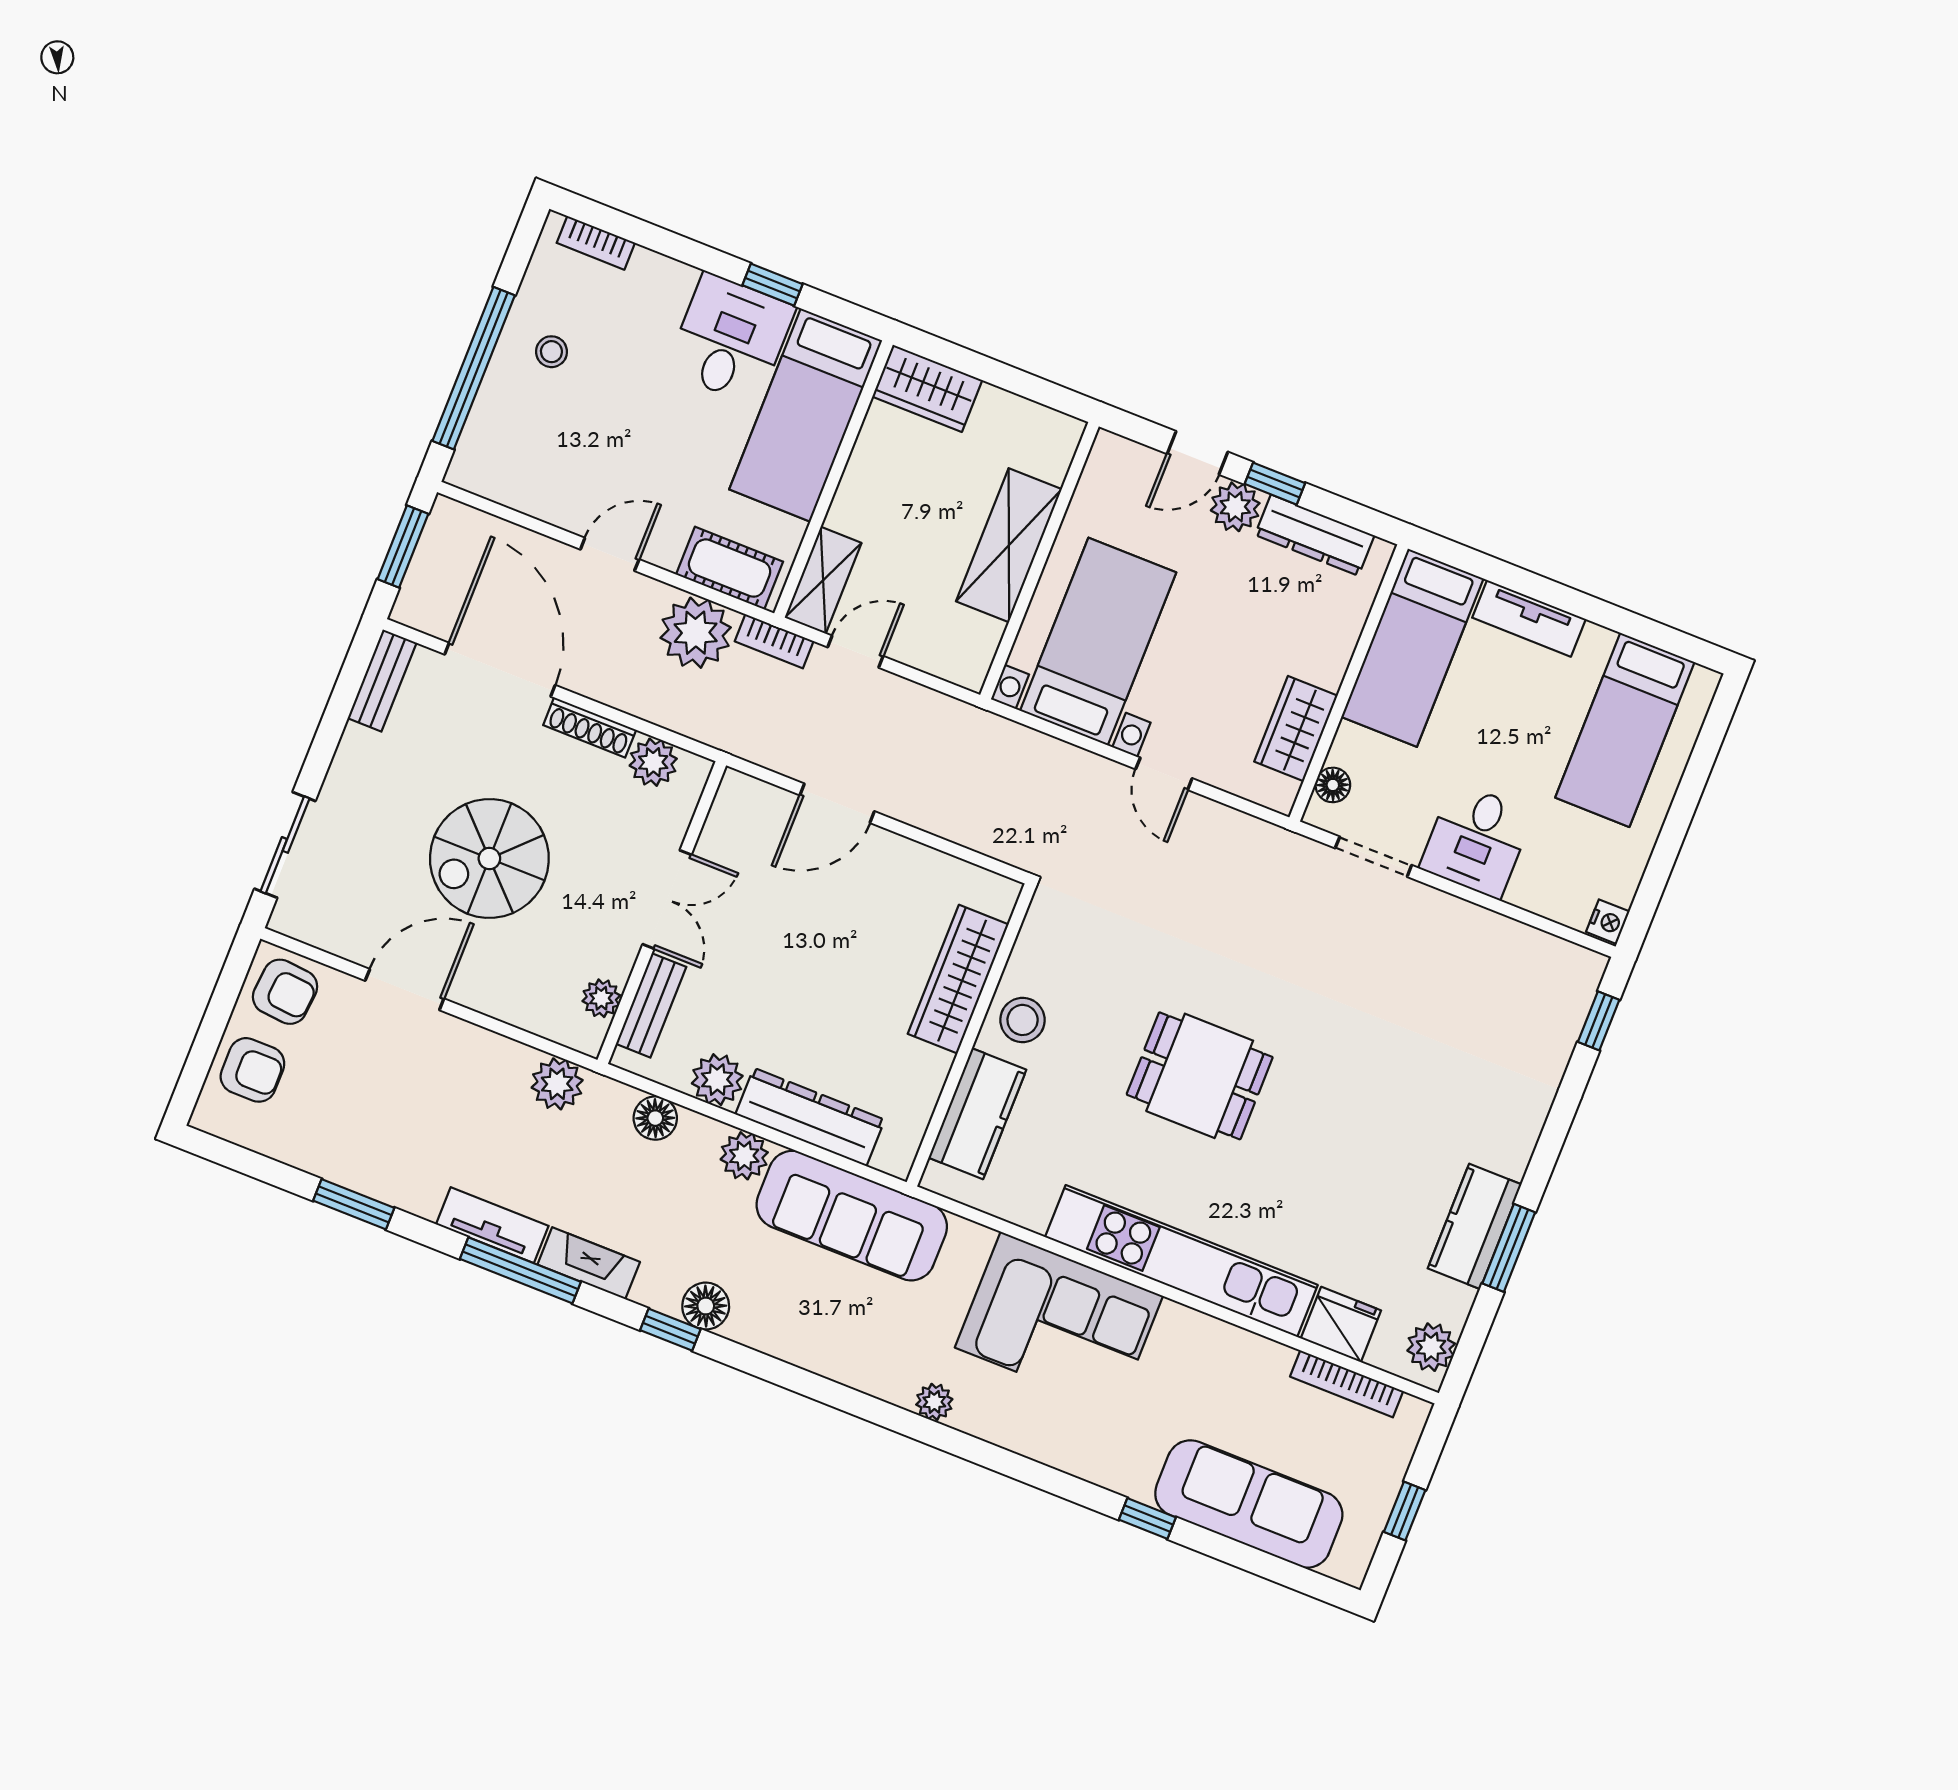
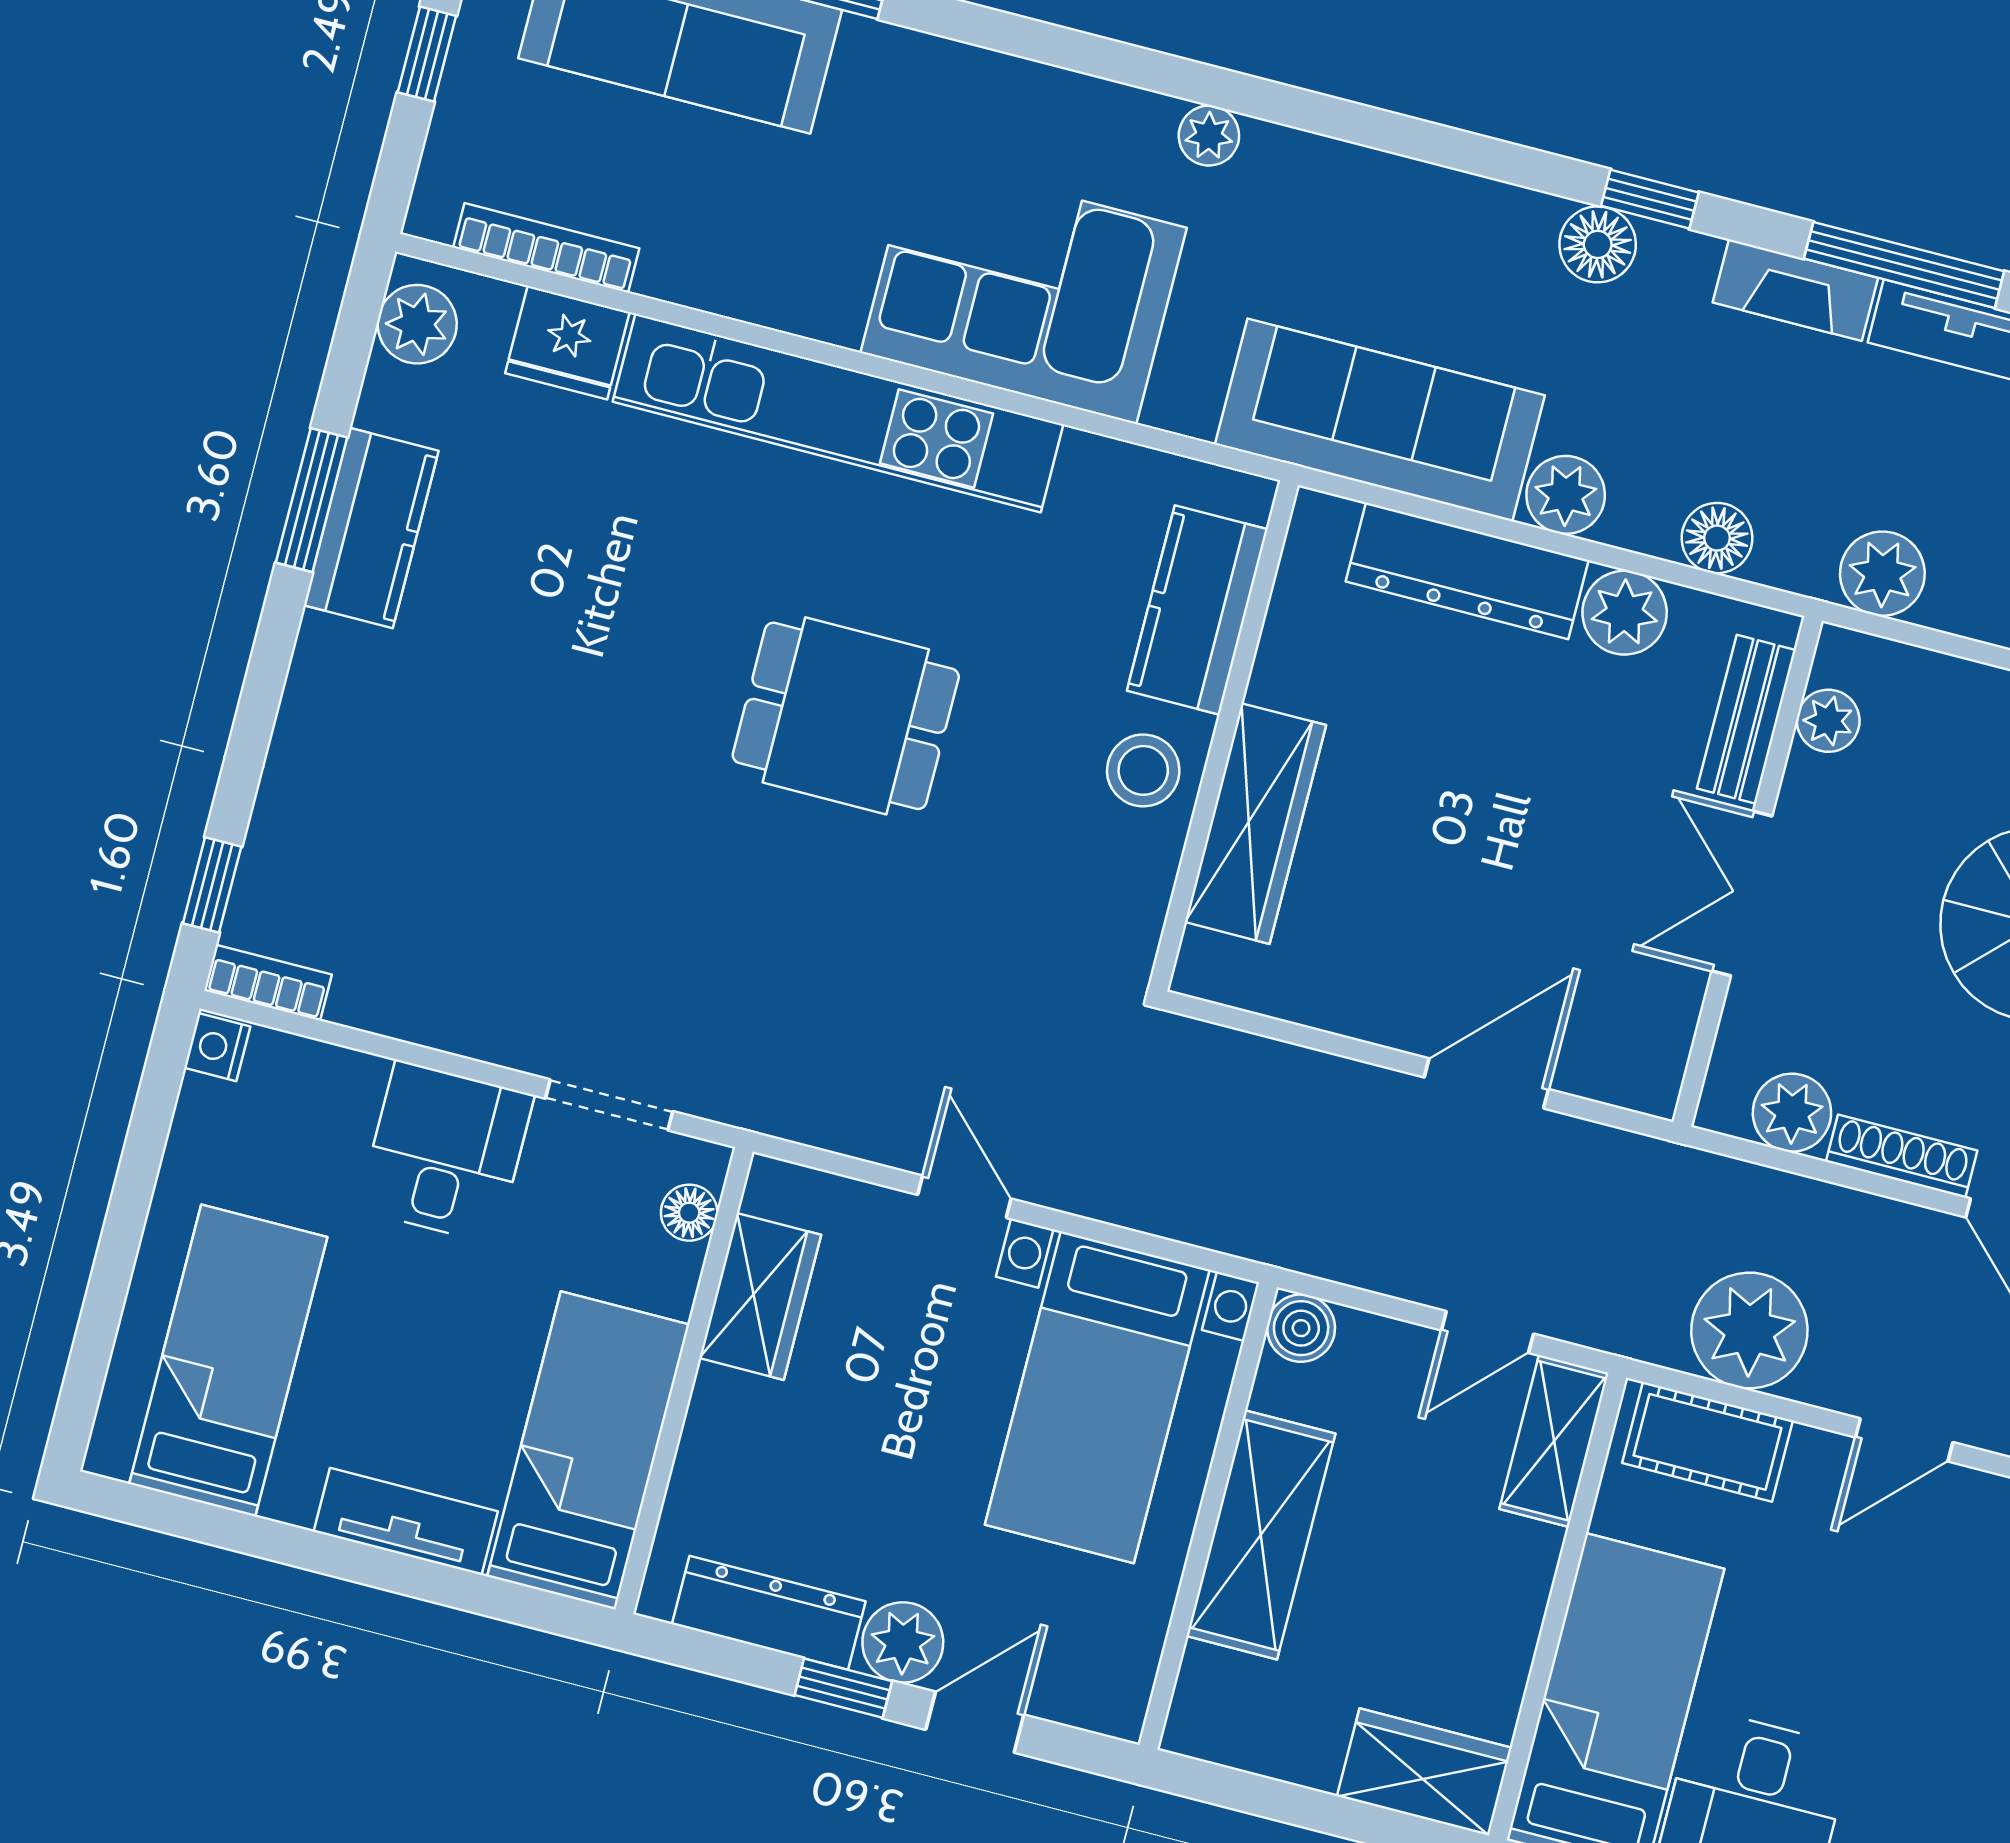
bookcase: (774, 641) -> (268, 983), moved
boiler: (969, 668) -> (1301, 1328), added

